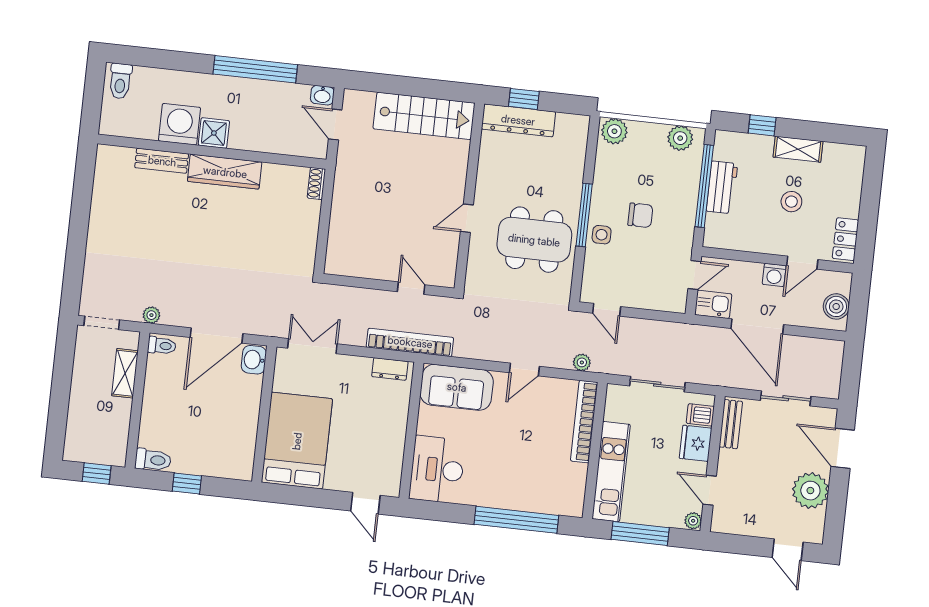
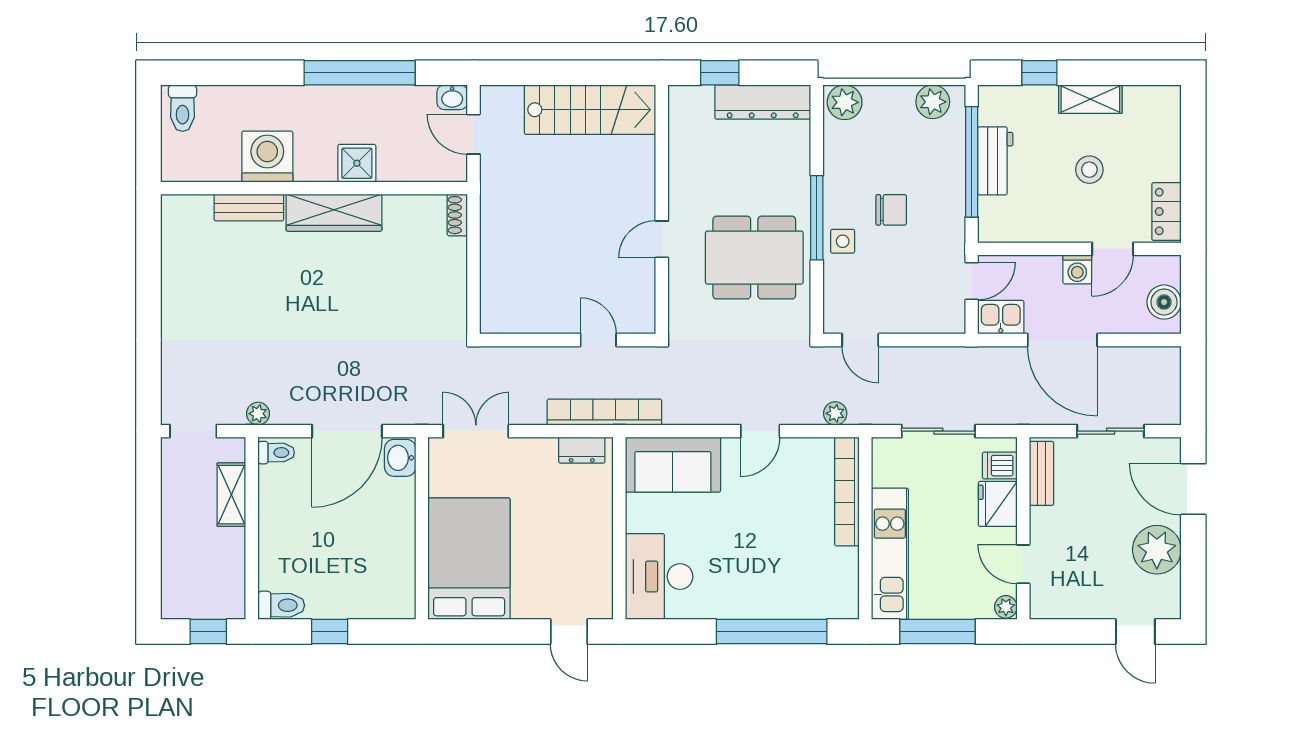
dresser: (518, 120) -> (763, 102), moved
shower: (214, 133) -> (357, 163), moved

